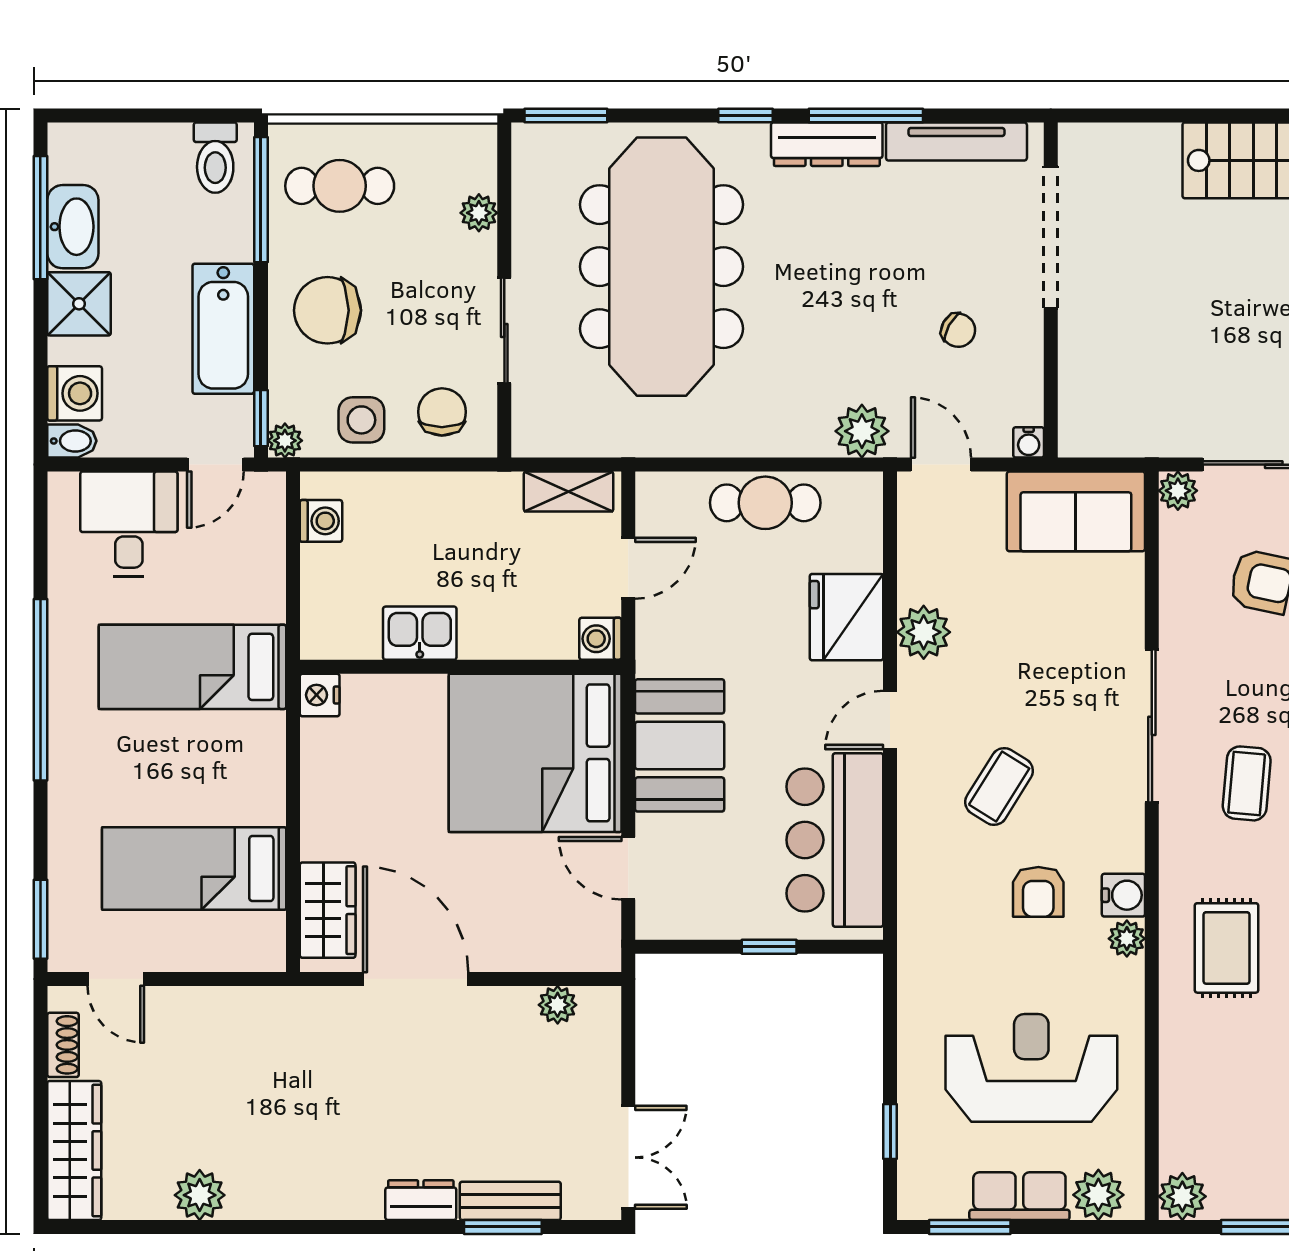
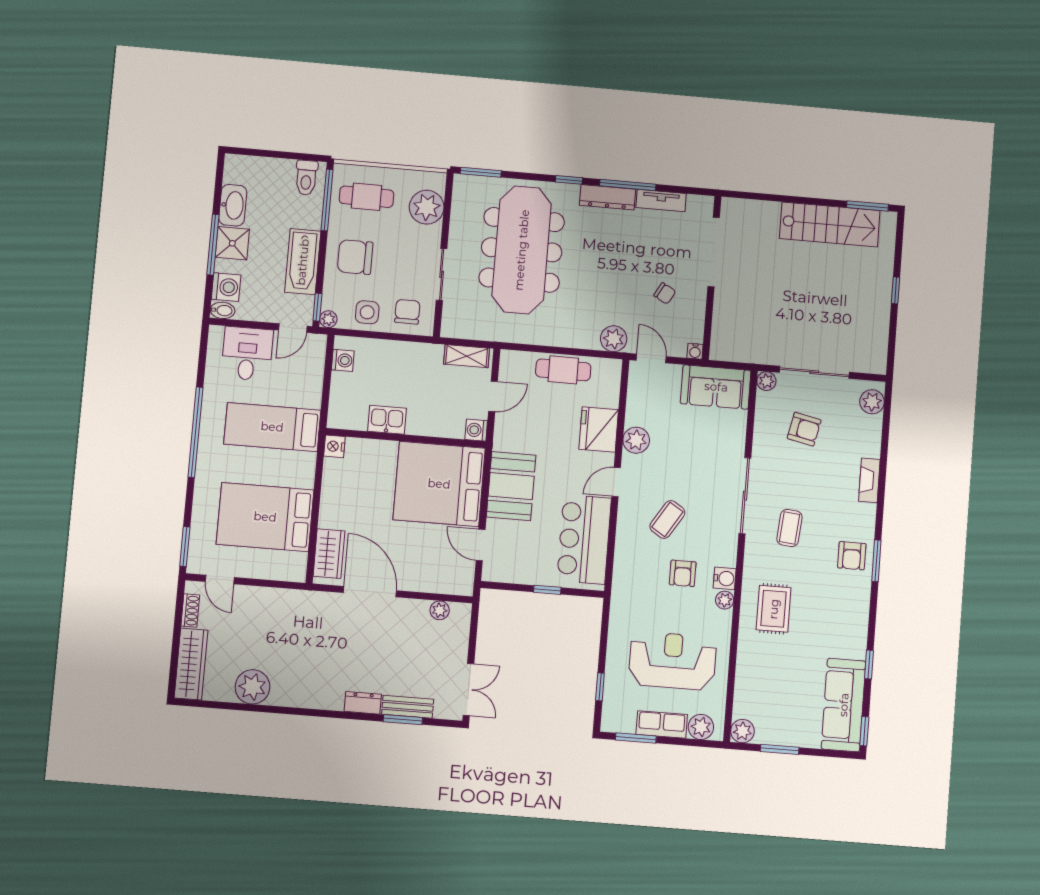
tv unit: (956, 141) -> (661, 201), width x0.71
plant: (479, 213) -> (427, 207), width x1.88, depth x1.88
window: (40, 218) -> (213, 245), moved
bed: (194, 869) -> (265, 517), width x1.50
plant: (200, 1195) -> (252, 687), width x1.36, depth x1.36

